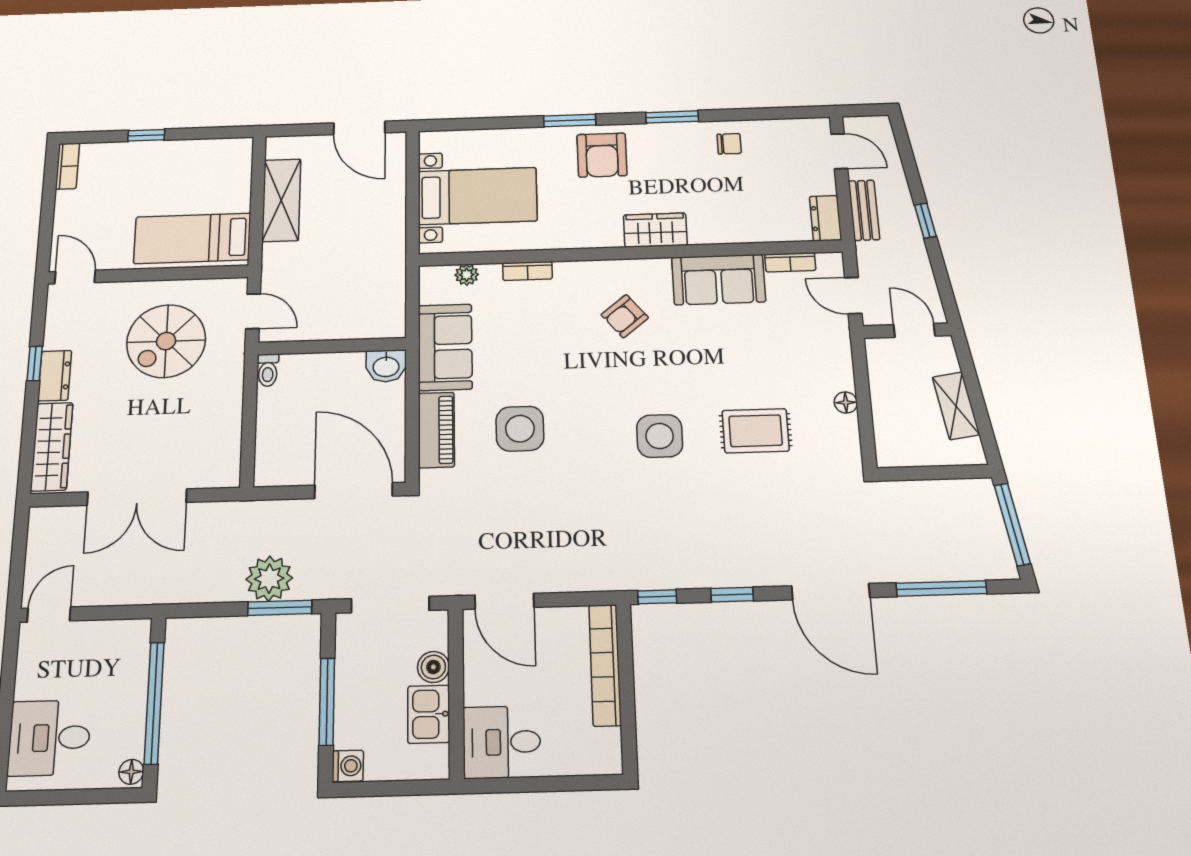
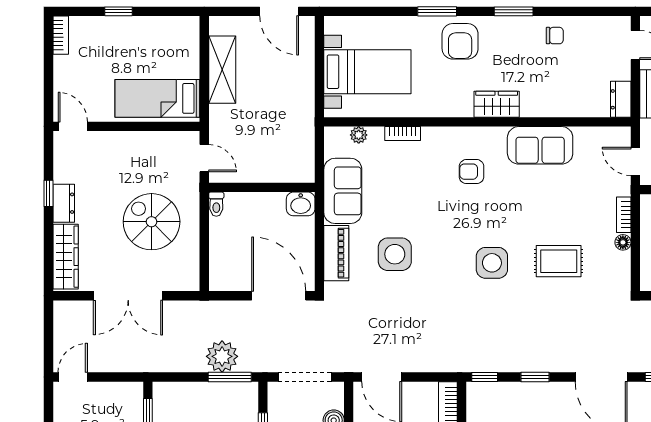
bookcase: (790, 262) -> (624, 215), moved, turned 90
armchair: (625, 316) -> (472, 172), turned 39
spiral stairs: (166, 341) -> (152, 222), moved, turned 90

